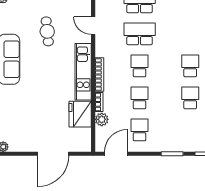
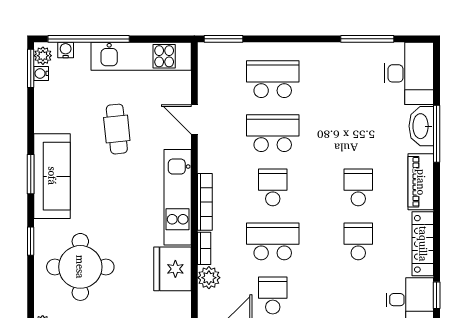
school desk: (140, 98) -> (273, 241), width x1.85
round table: (26, 113) -> (80, 267), added

